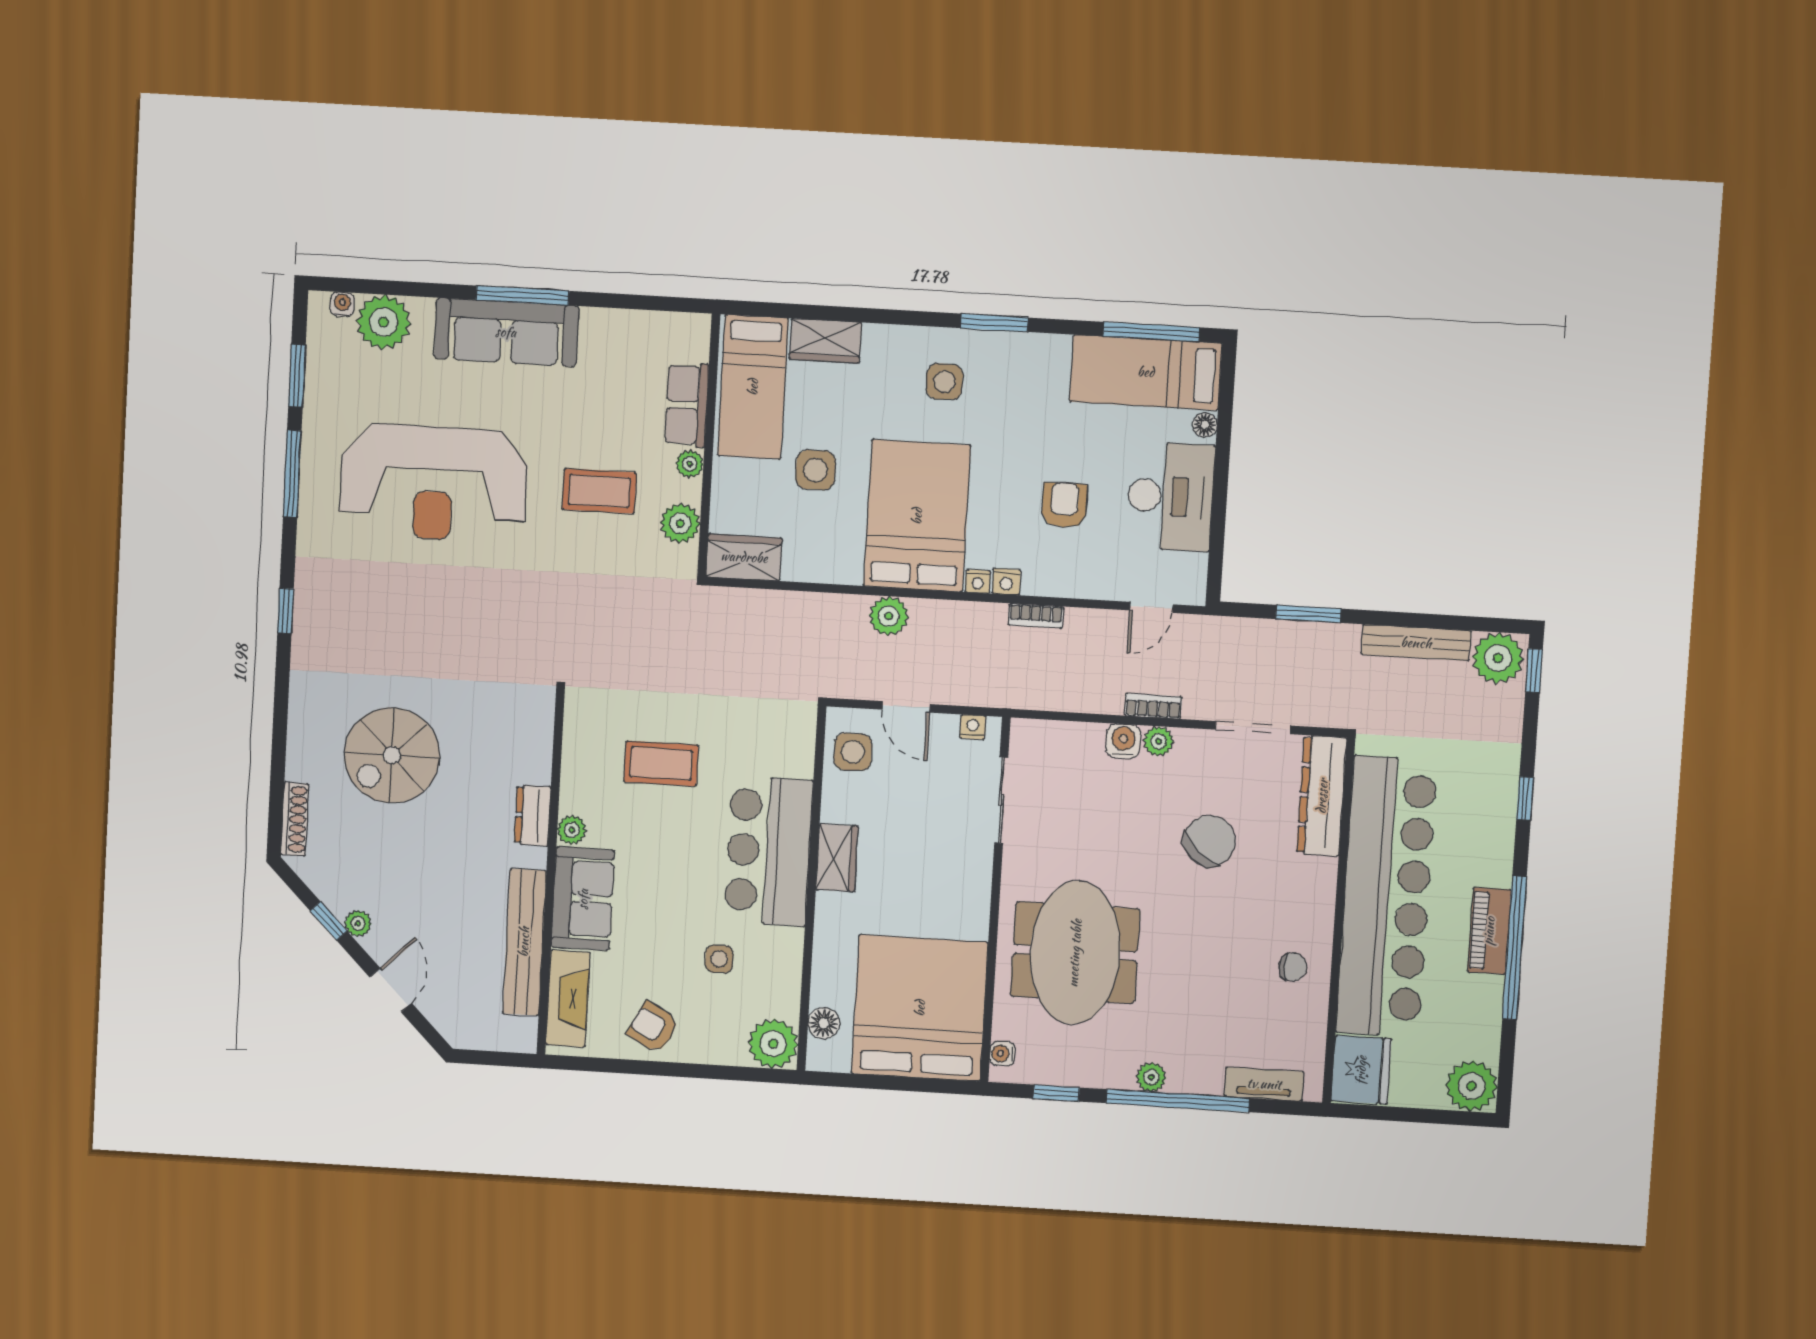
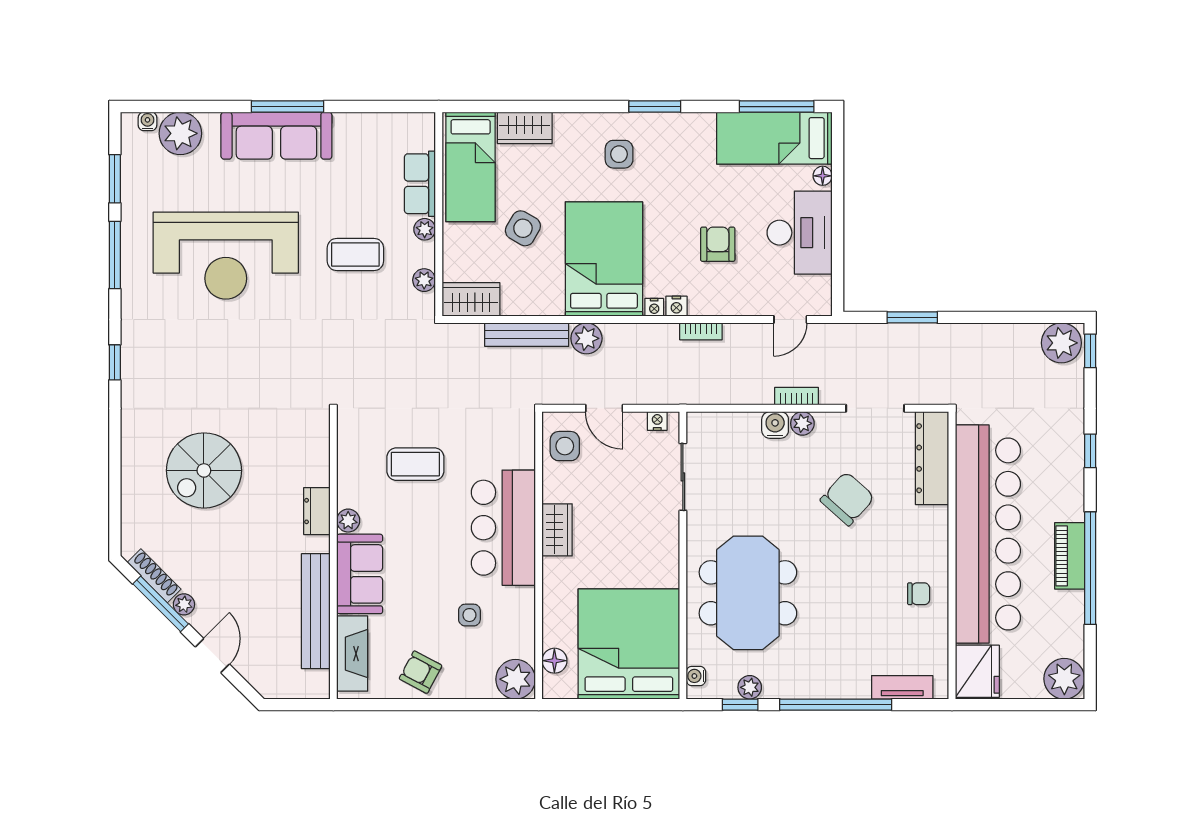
side table: (816, 470) -> (523, 228), turned 30
plant: (680, 523) -> (424, 280), width x0.73, depth x0.73
bench: (1416, 643) -> (527, 335), moved
shoe rack: (295, 819) -> (154, 576), moved, turned -45
window: (329, 921) -> (161, 604), width x2.17
plant: (1151, 1077) -> (750, 687), moved

